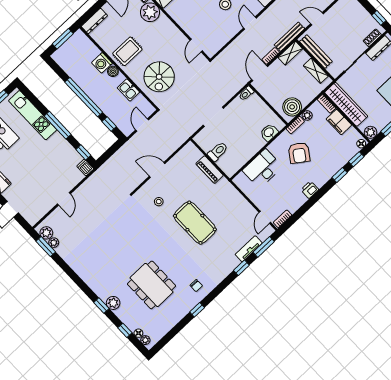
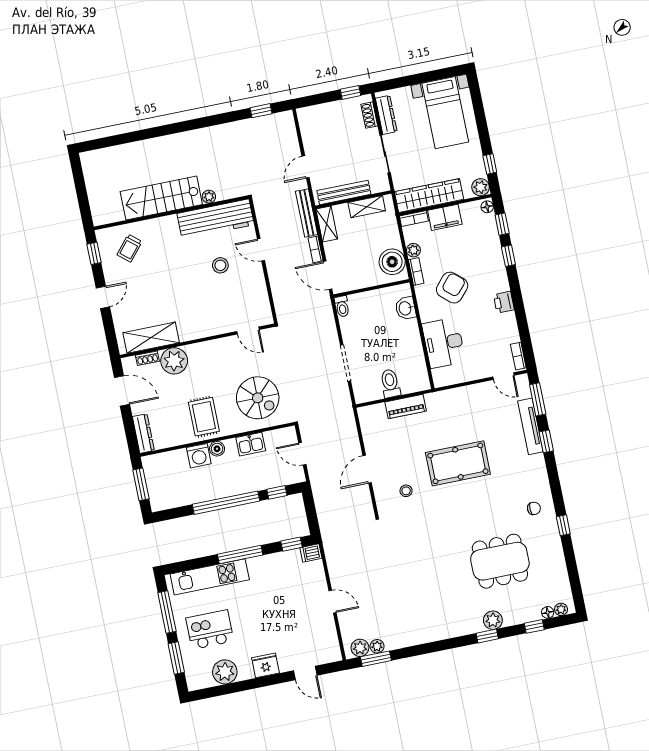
armchair: (299, 153) -> (452, 288), turned -84
tv unit: (249, 249) -> (530, 426), width x1.41

